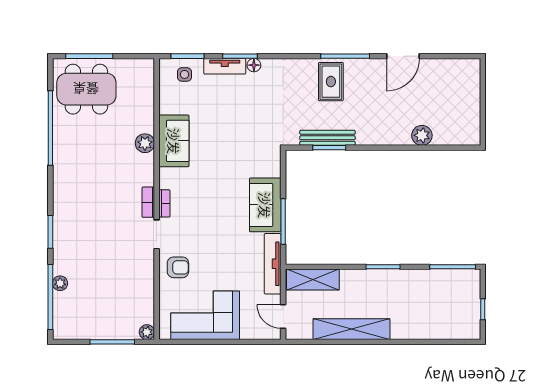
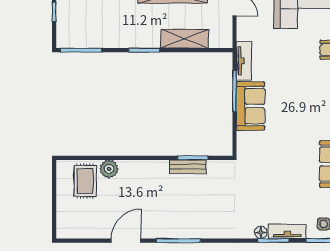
rug: (331, 82) -> (85, 181), moved
bench: (327, 138) -> (188, 167), width x0.73
tv unit: (273, 264) -> (244, 61), width x0.71
shelving: (313, 279) -> (185, 39), moved

